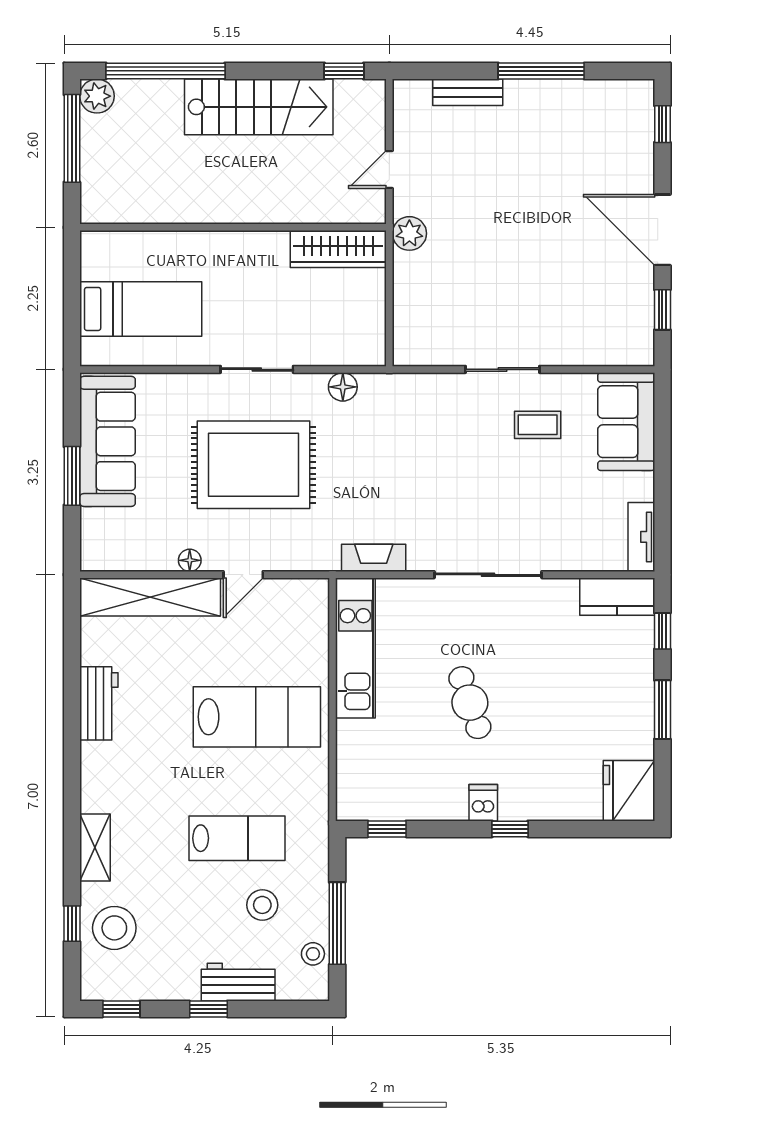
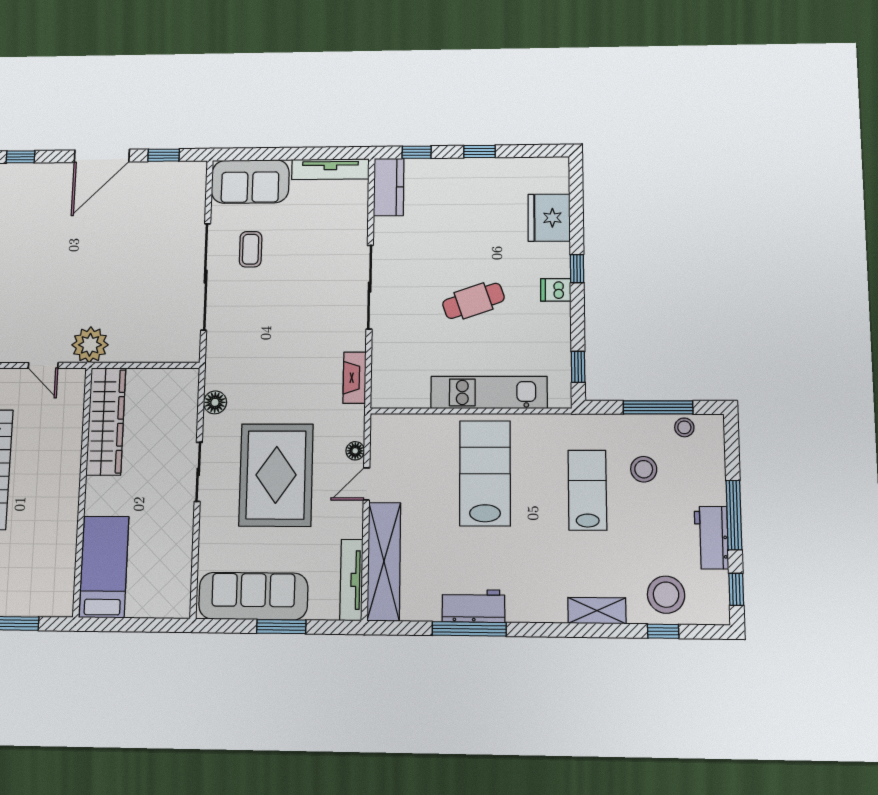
plant: (409, 233) -> (90, 345), width x1.36, depth x1.36
wardrobe: (338, 249) -> (106, 421), width x1.40, depth x1.17
bed: (141, 309) -> (104, 567), moved
sliding door: (502, 369) -> (206, 277), width x1.86
tv unit: (641, 537) -> (330, 169), width x1.41
tv unit: (128, 559) -> (351, 580), added
floor lamp: (190, 560) -> (355, 451), moved
door: (243, 575) -> (367, 484), swing flipped
kitchen unit: (355, 648) -> (489, 392), moved
window: (72, 698) -> (469, 629), added
window: (662, 710) -> (479, 151), width x0.67
fridge: (629, 791) -> (549, 218), moved, turned 90
workbench: (238, 982) -> (711, 538), moved
window: (208, 1009) -> (734, 515), width x2.17

